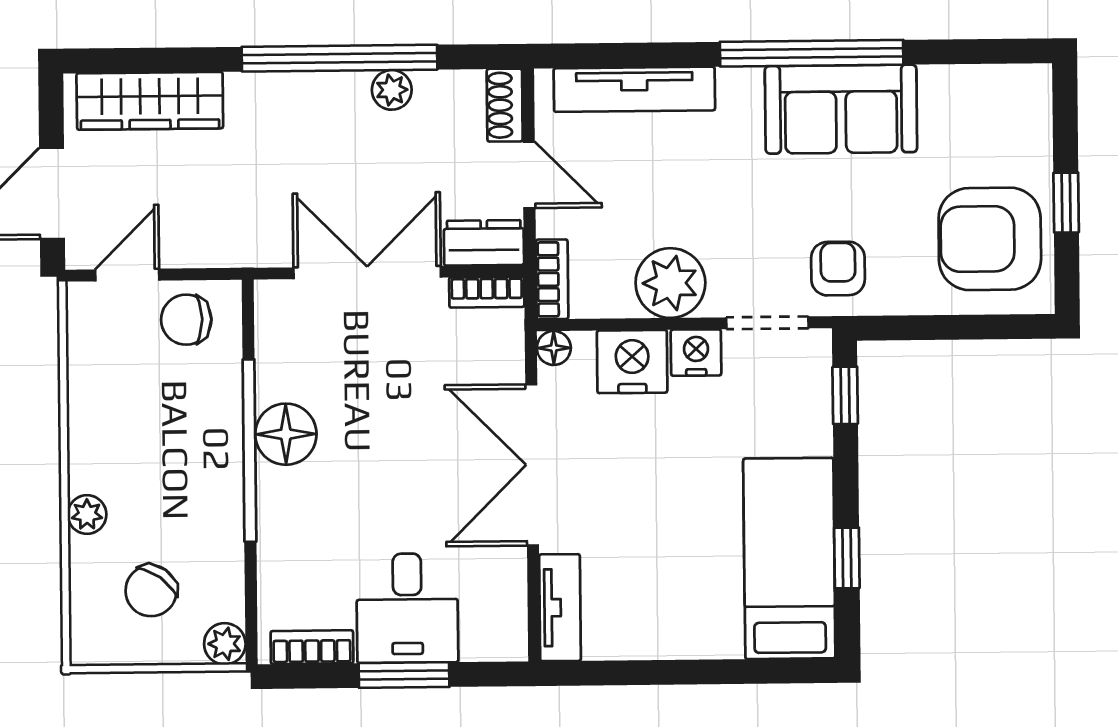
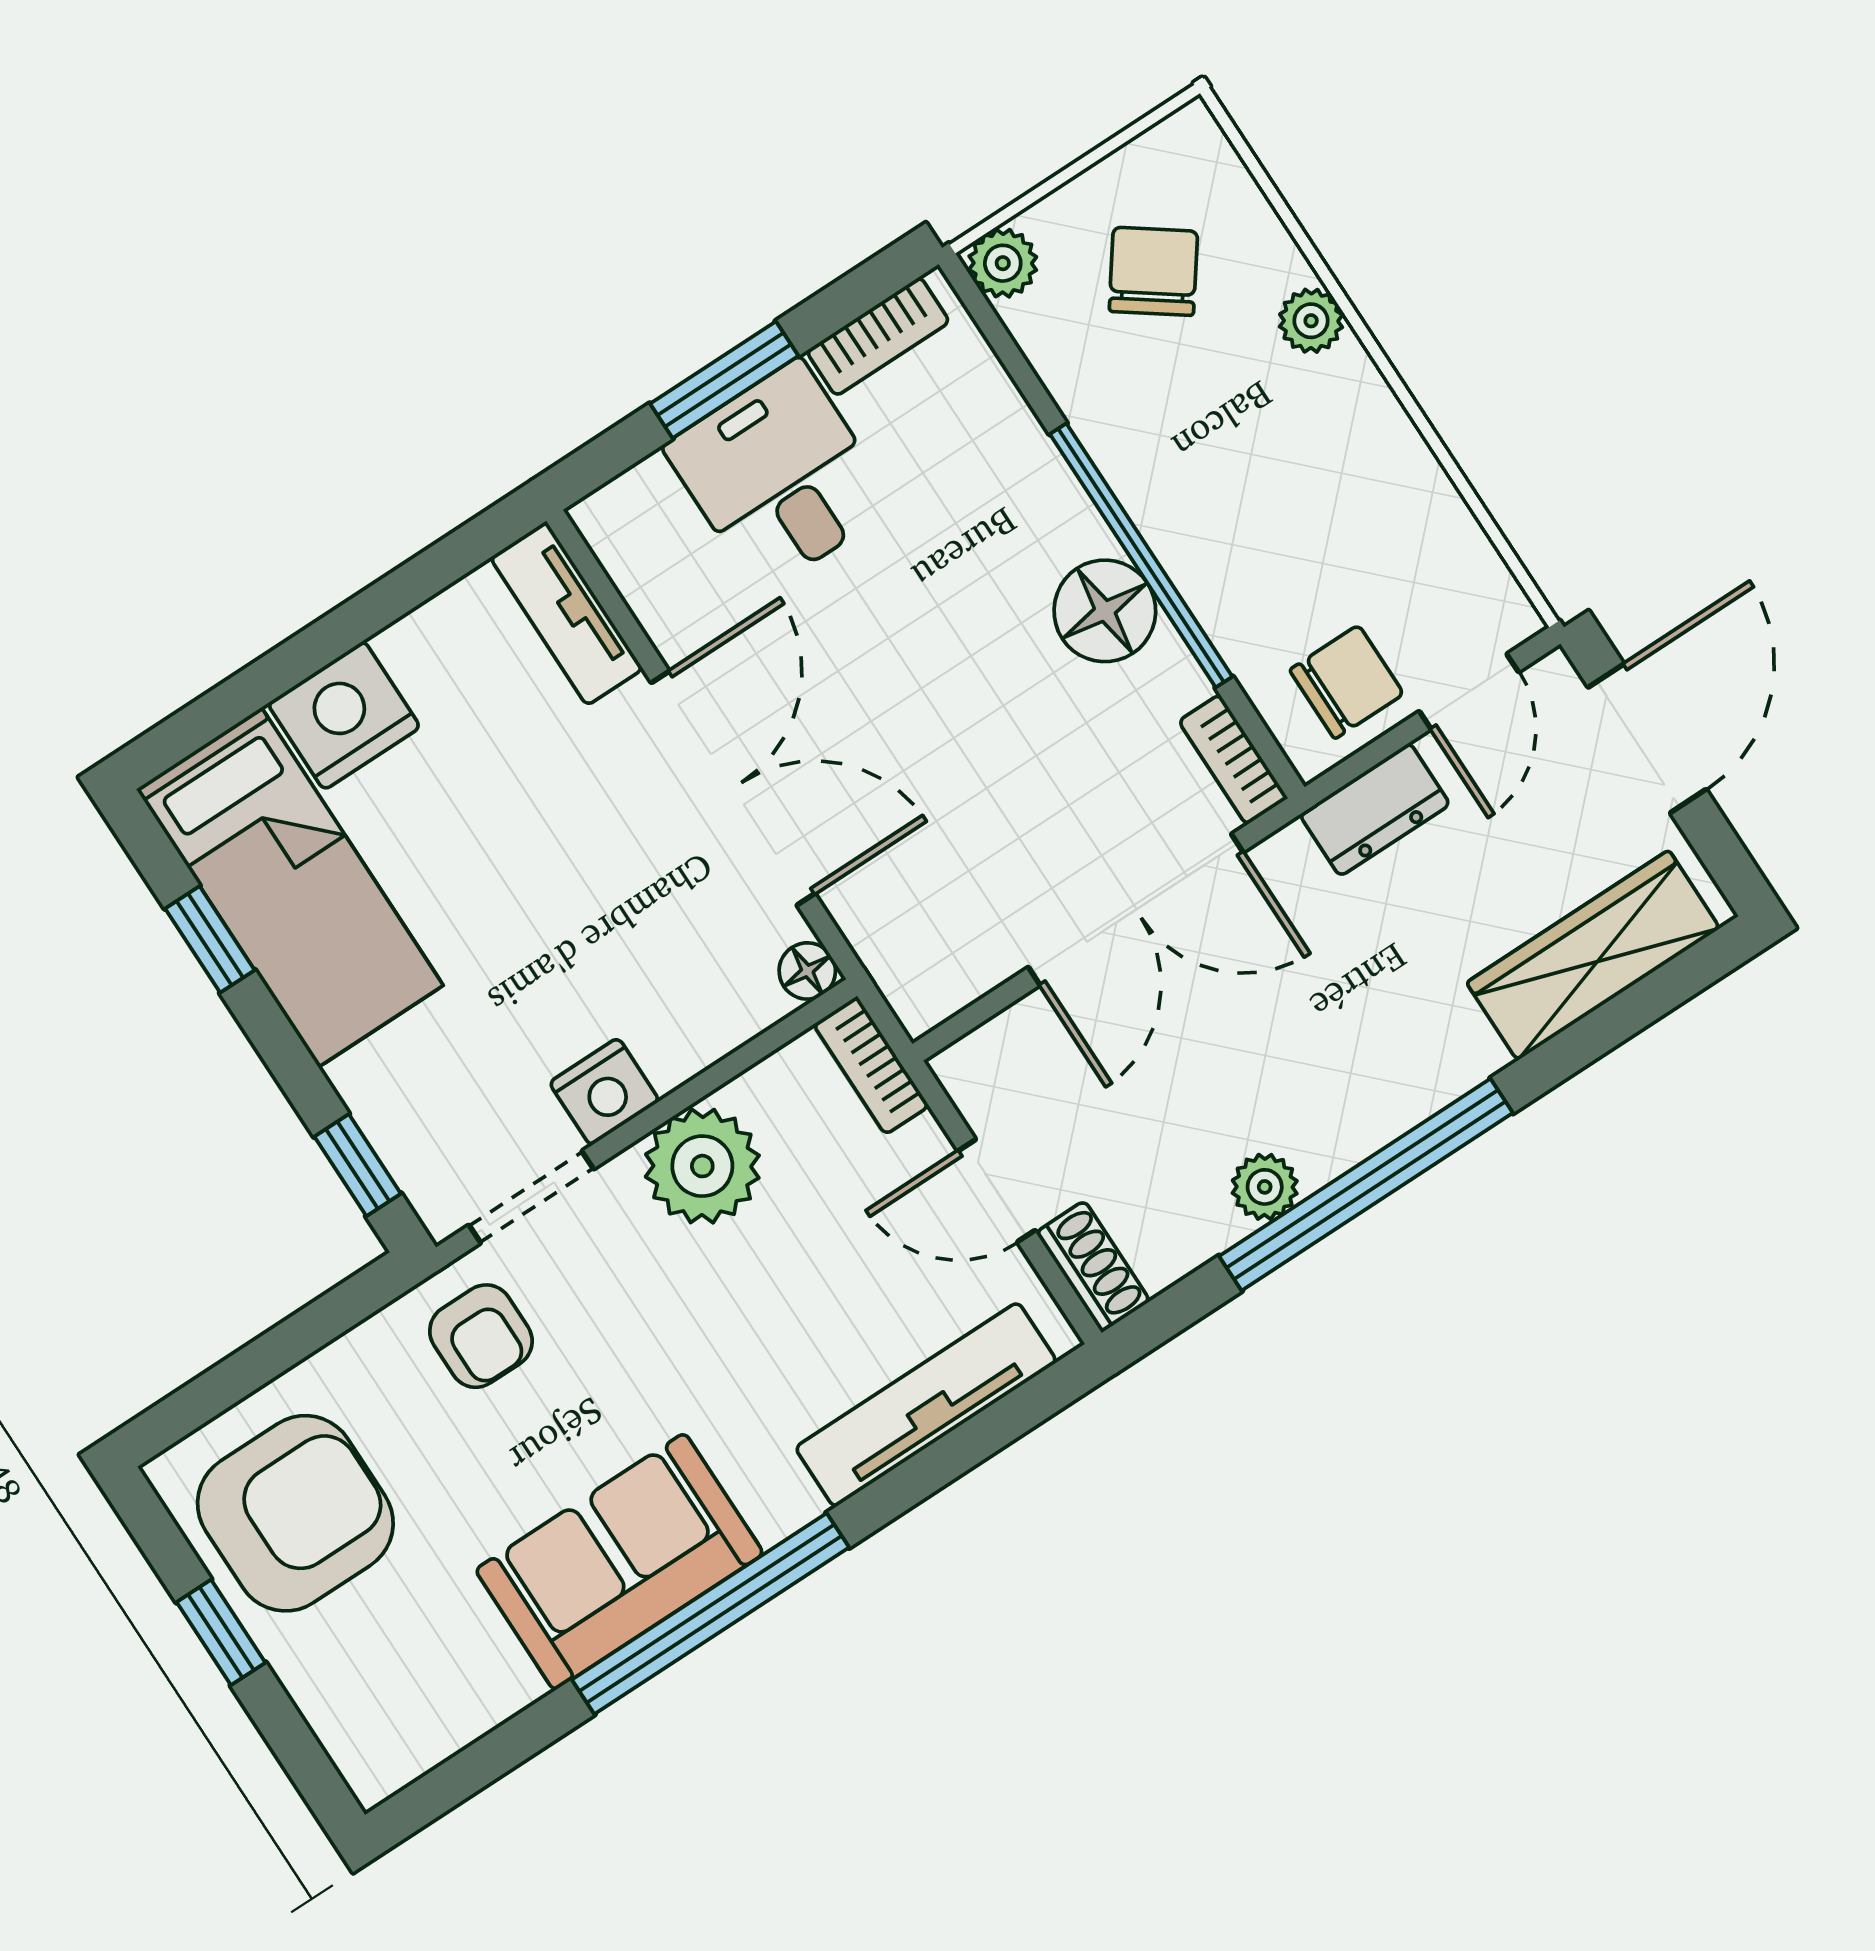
dresser: (484, 243) -> (1375, 810), moved
bookcase: (487, 292) -> (1233, 760), moved, turned -90
nightstand: (632, 362) -> (344, 715), moved, turned 180

